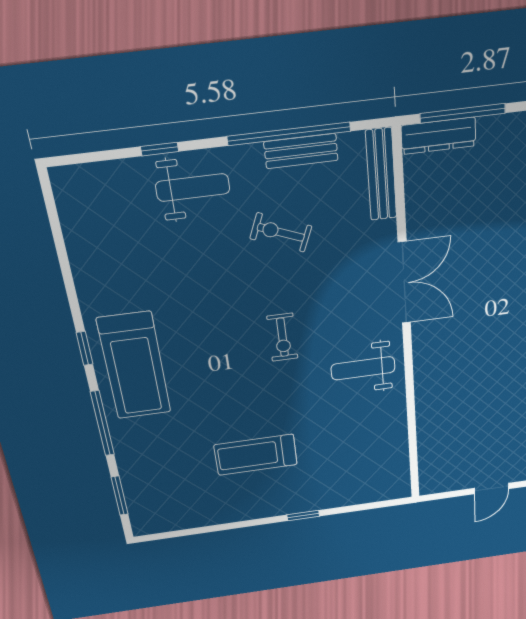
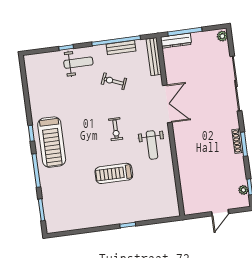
weight bench: (363, 368) -> (152, 145), turned -90
treadmill: (256, 455) -> (114, 173), moved

